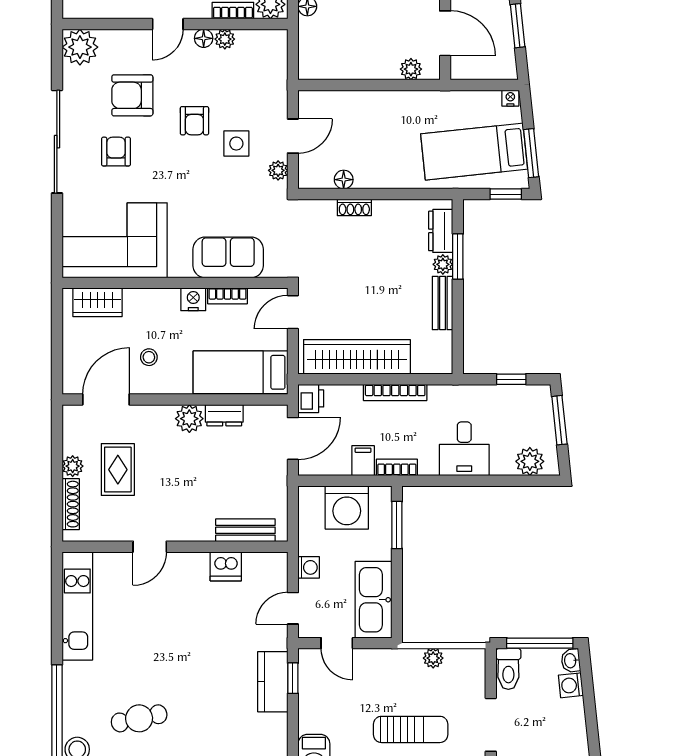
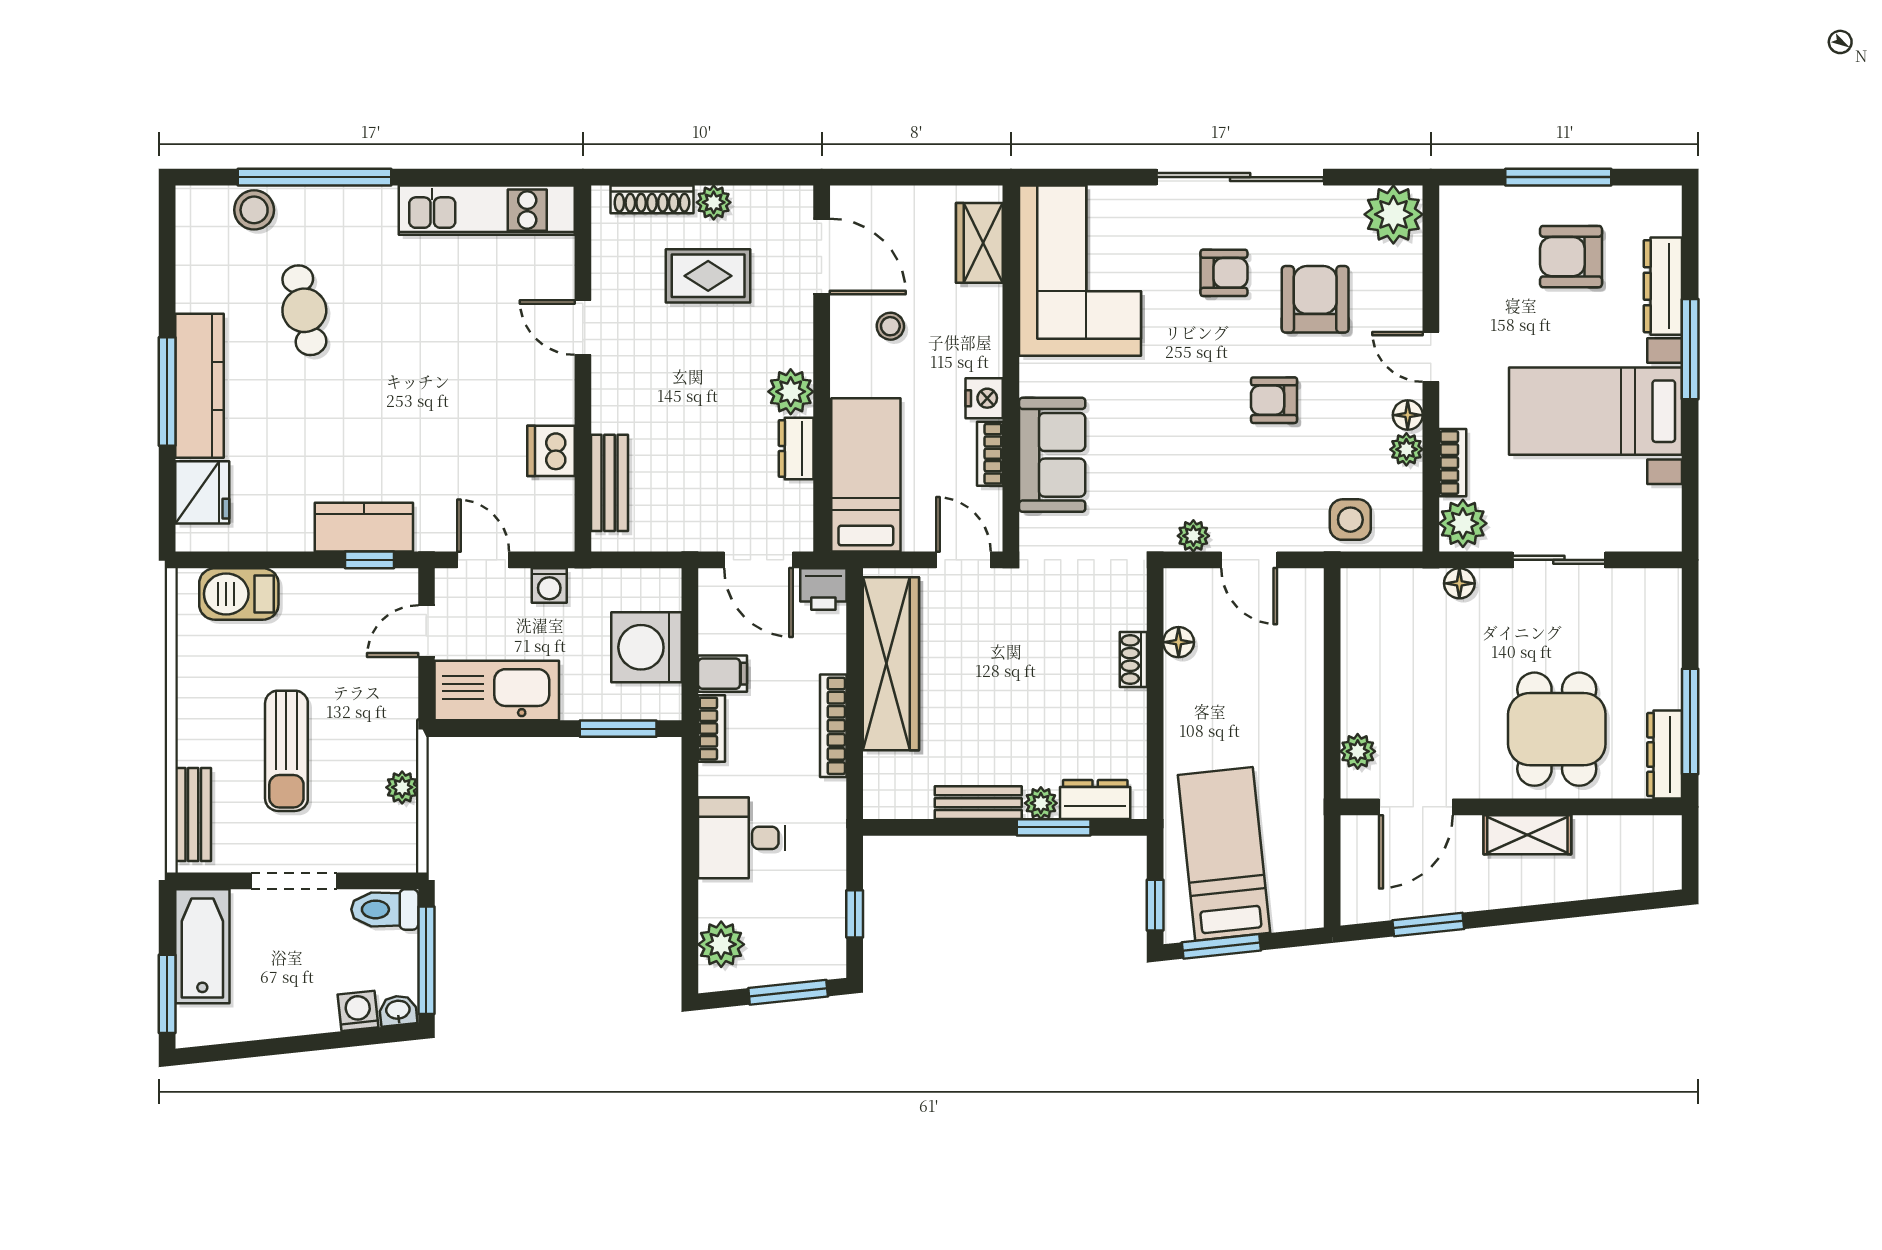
nightstand: (510, 98) -> (1311, 913), removed
side table: (236, 144) -> (1350, 520), moved

